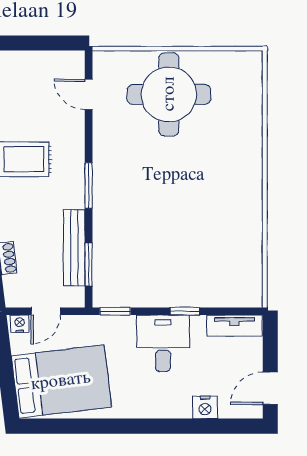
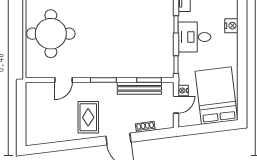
door: (89, 94) -> (64, 80), moved
door: (46, 311) -> (176, 105), hinge flipped
nightstand: (20, 324) -> (183, 91), moved
nightstand: (205, 407) -> (231, 26), moved

